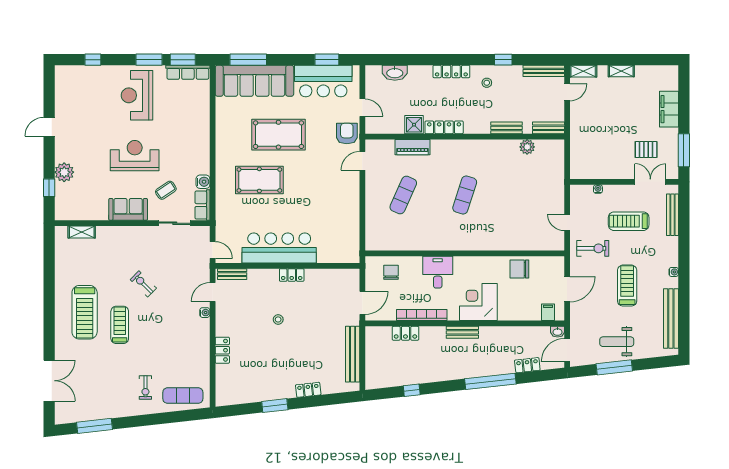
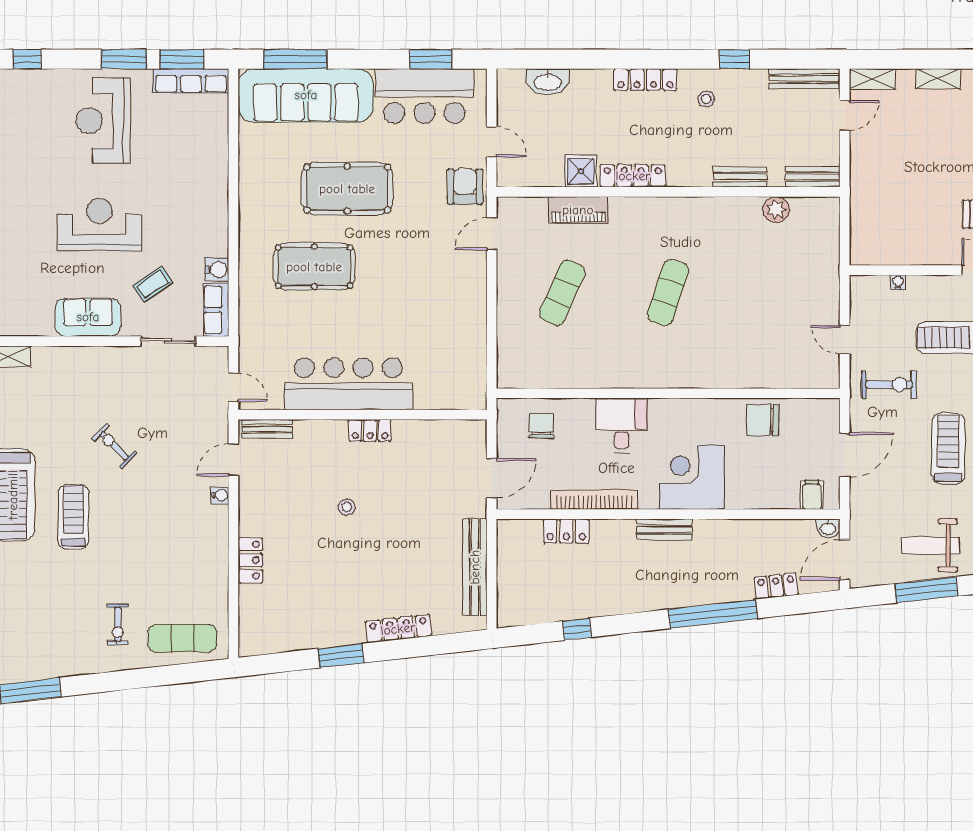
locker: (308, 390) -> (398, 629), width x1.53

